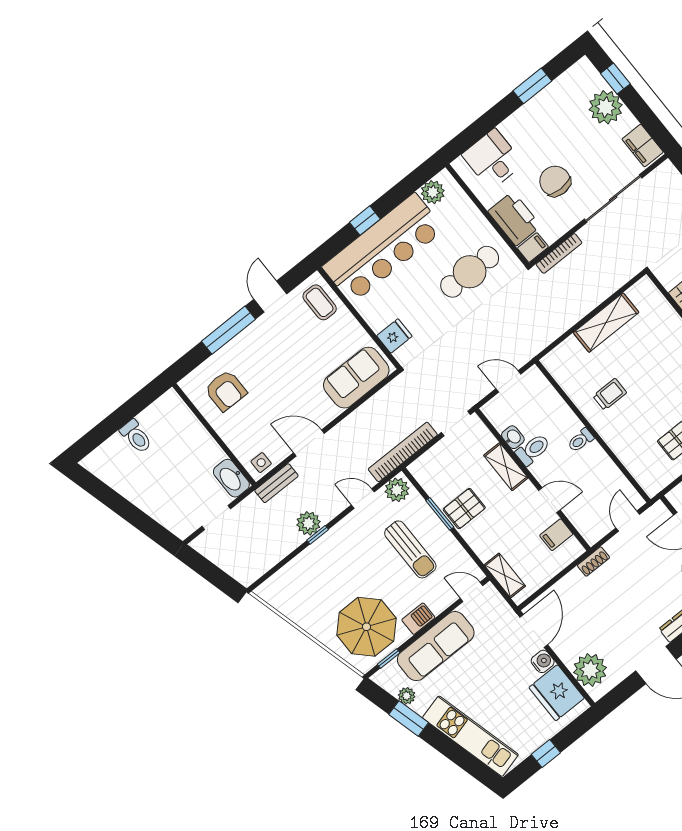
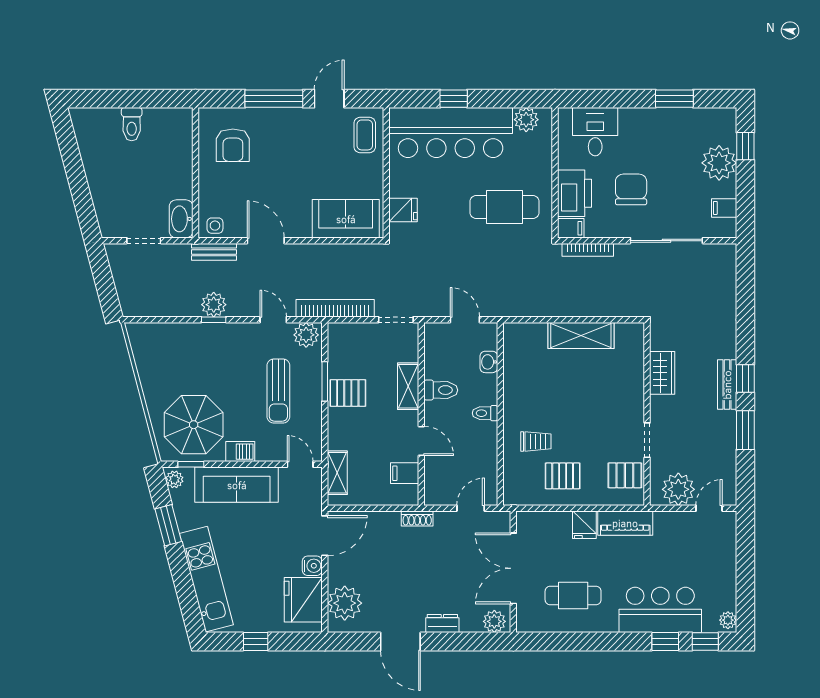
filing cabinet: (643, 146) -> (724, 208), width x0.50
trolley: (610, 394) -> (536, 441), moved
washbasin: (513, 437) -> (489, 362), moved, turned 180
plant: (407, 696) -> (174, 479), moved

